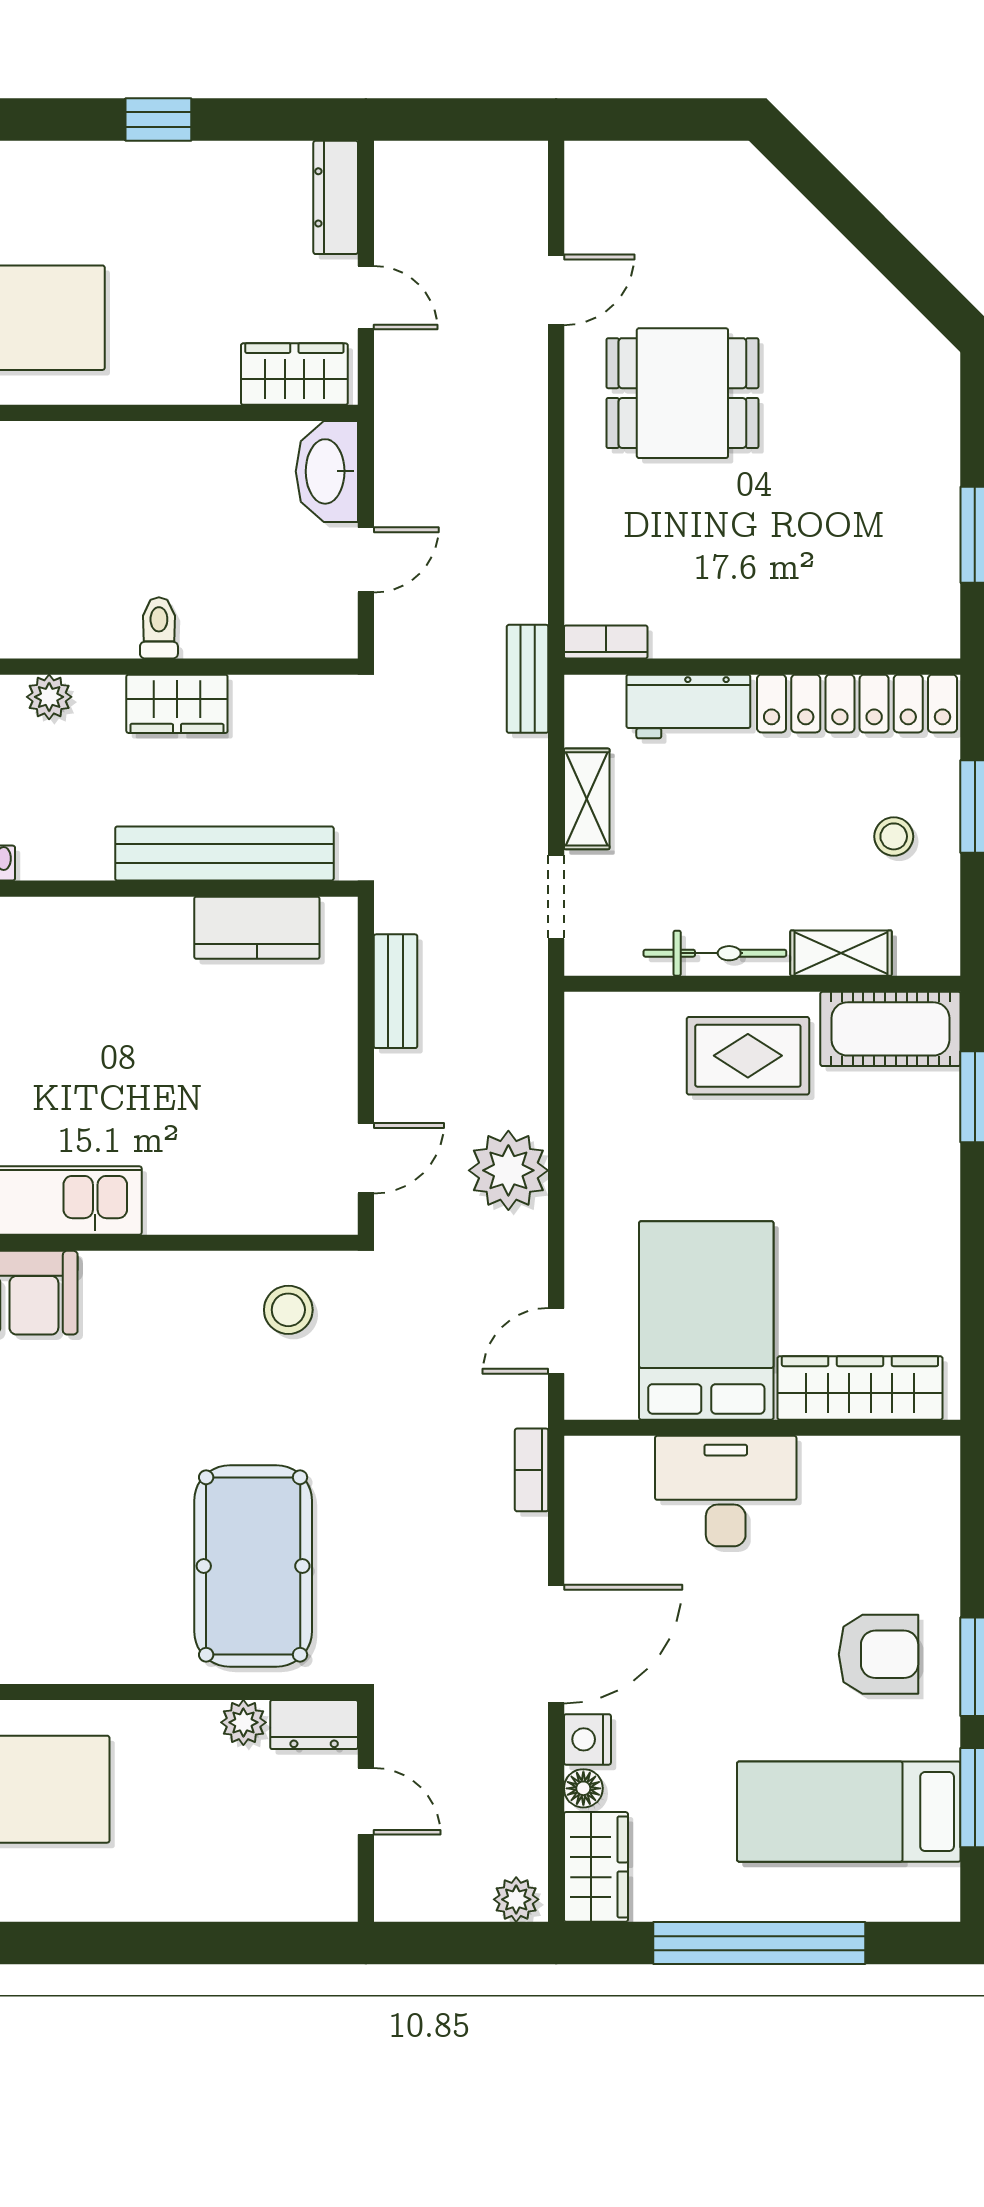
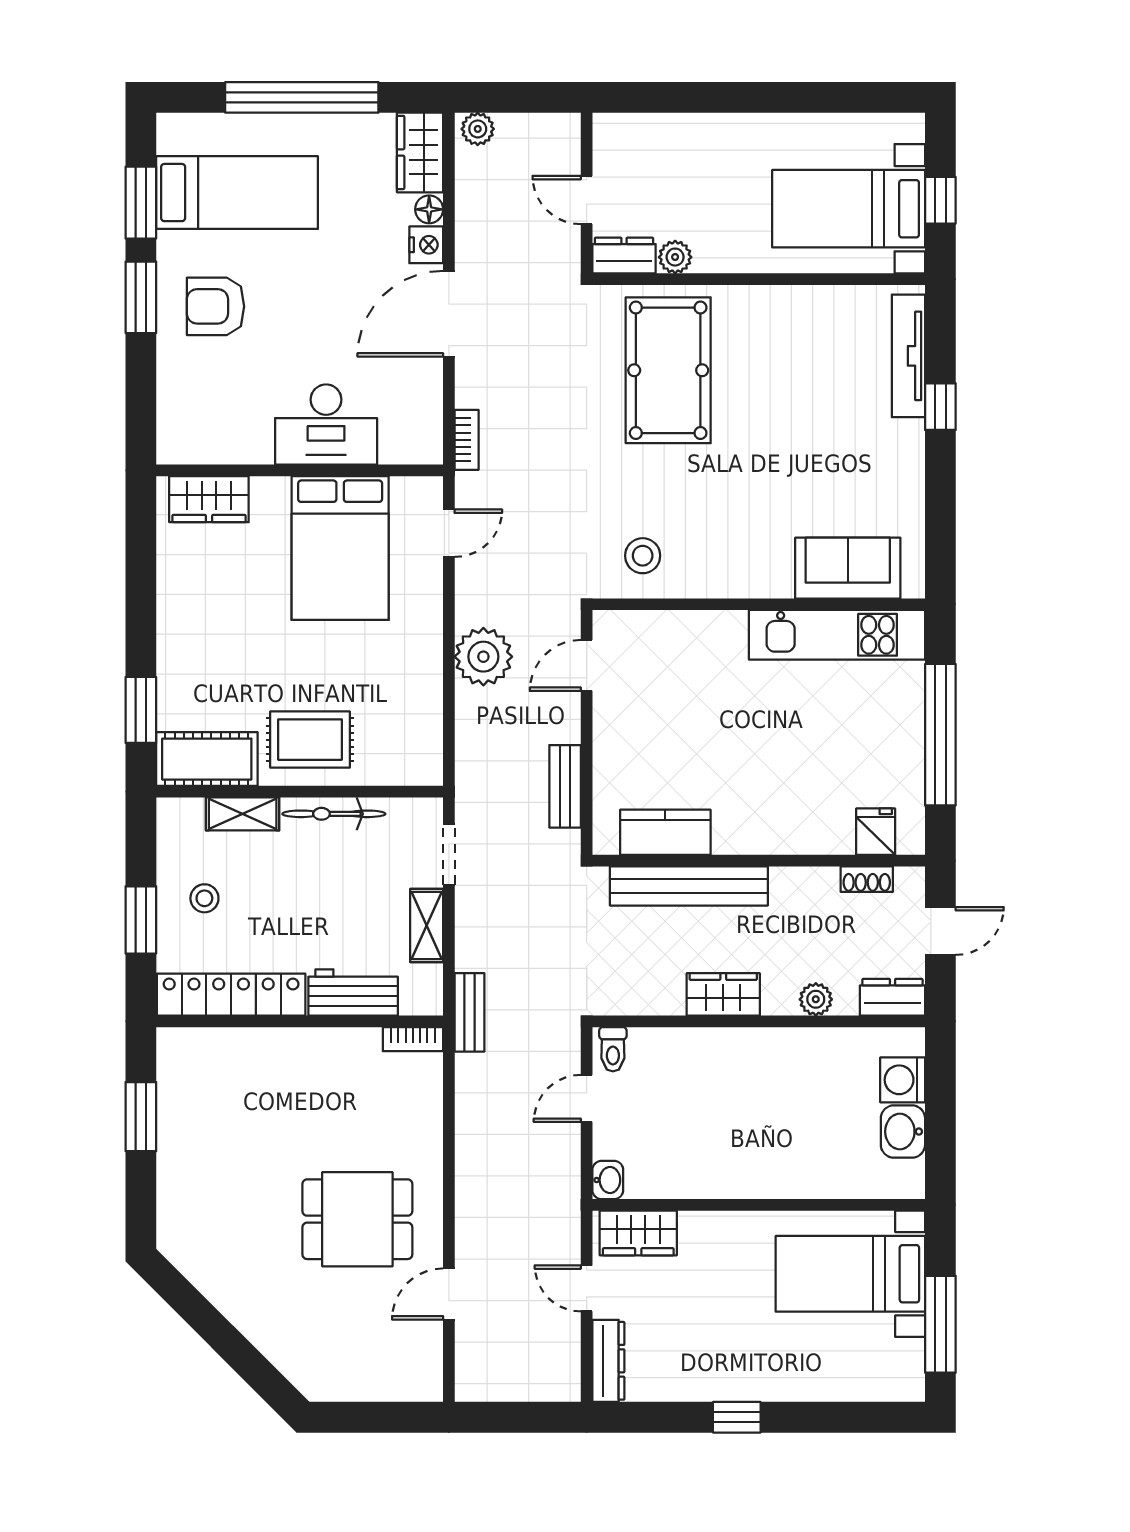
washbasin: (327, 471) -> (608, 1180), width x0.52, depth x0.69
toilet: (159, 628) -> (613, 1049), moved
wardrobe: (860, 1388) -> (209, 499), width x0.67

